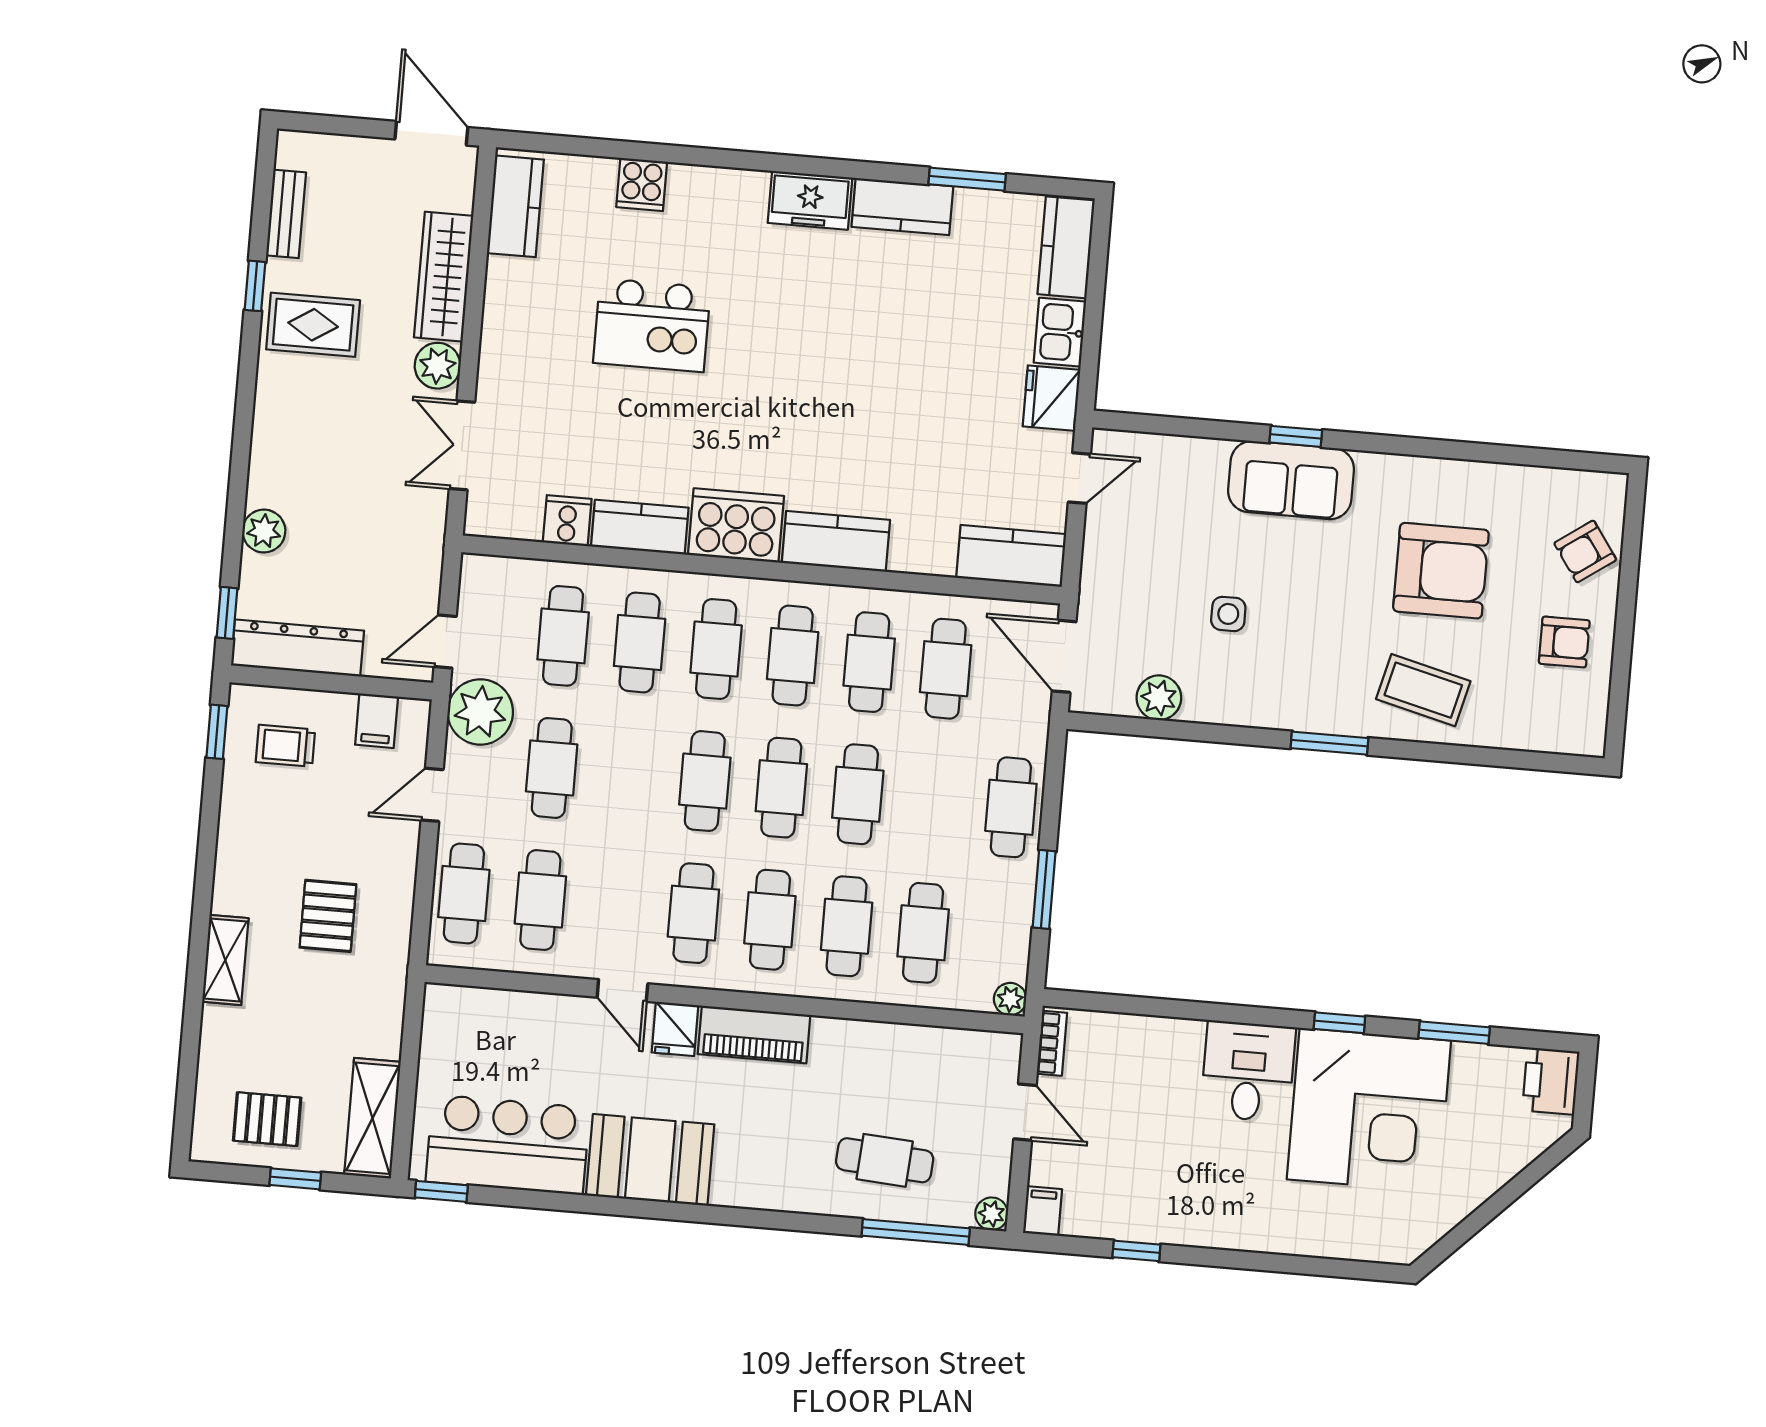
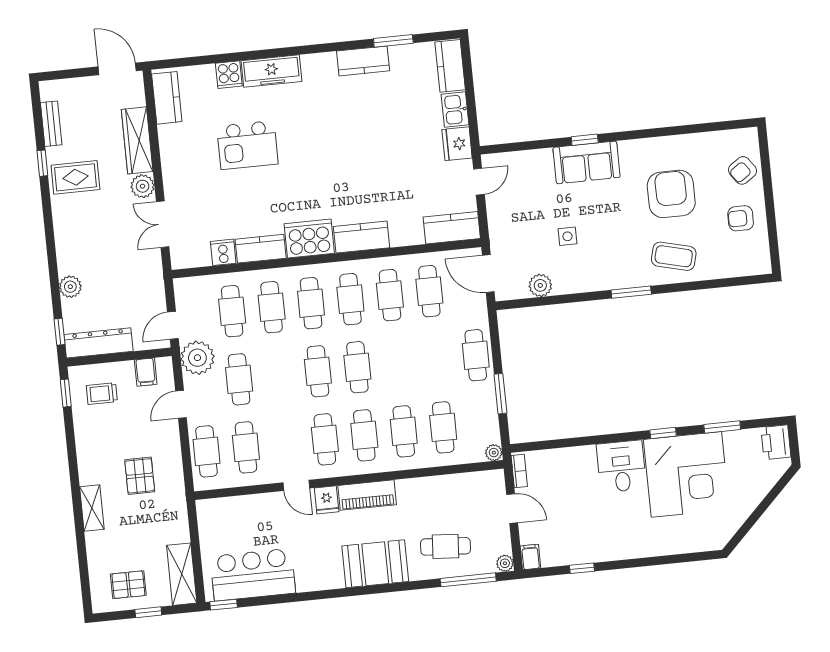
freezer: (810, 200) -> (272, 71), moved, width x1.40
armchair: (1441, 571) -> (671, 194), turned -90
armchair: (1564, 642) -> (741, 218), turned 180
cafe table: (858, 794) -> (397, 363), removed
booth: (650, 1160) -> (375, 564), moved

